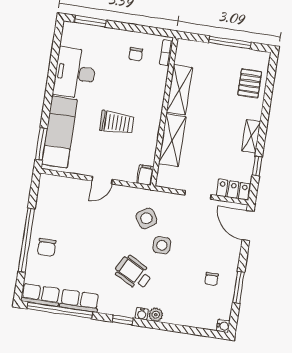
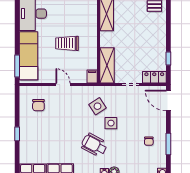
trolley: (117, 123) -> (67, 43), turned 180
shelving: (251, 136) -> (161, 38), removed
shelving: (172, 140) -> (107, 65), moved
door: (102, 180) -> (63, 85), swing flipped
window: (26, 240) -> (17, 134), width x0.32
chair: (47, 247) -> (38, 105), moved

